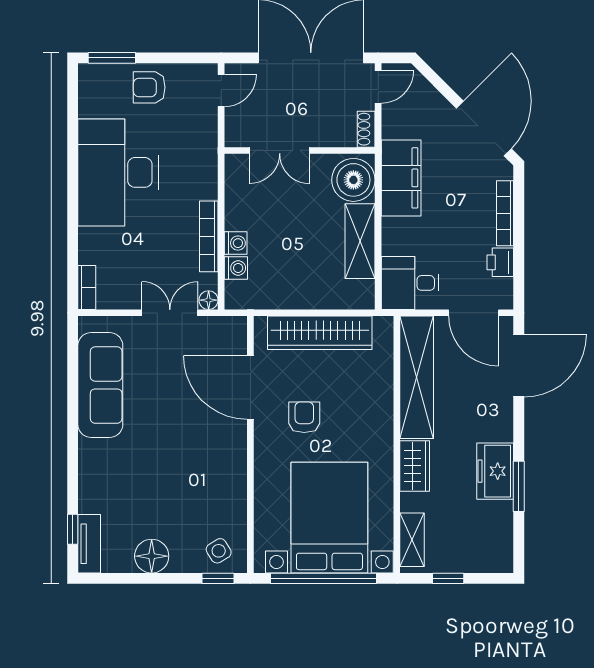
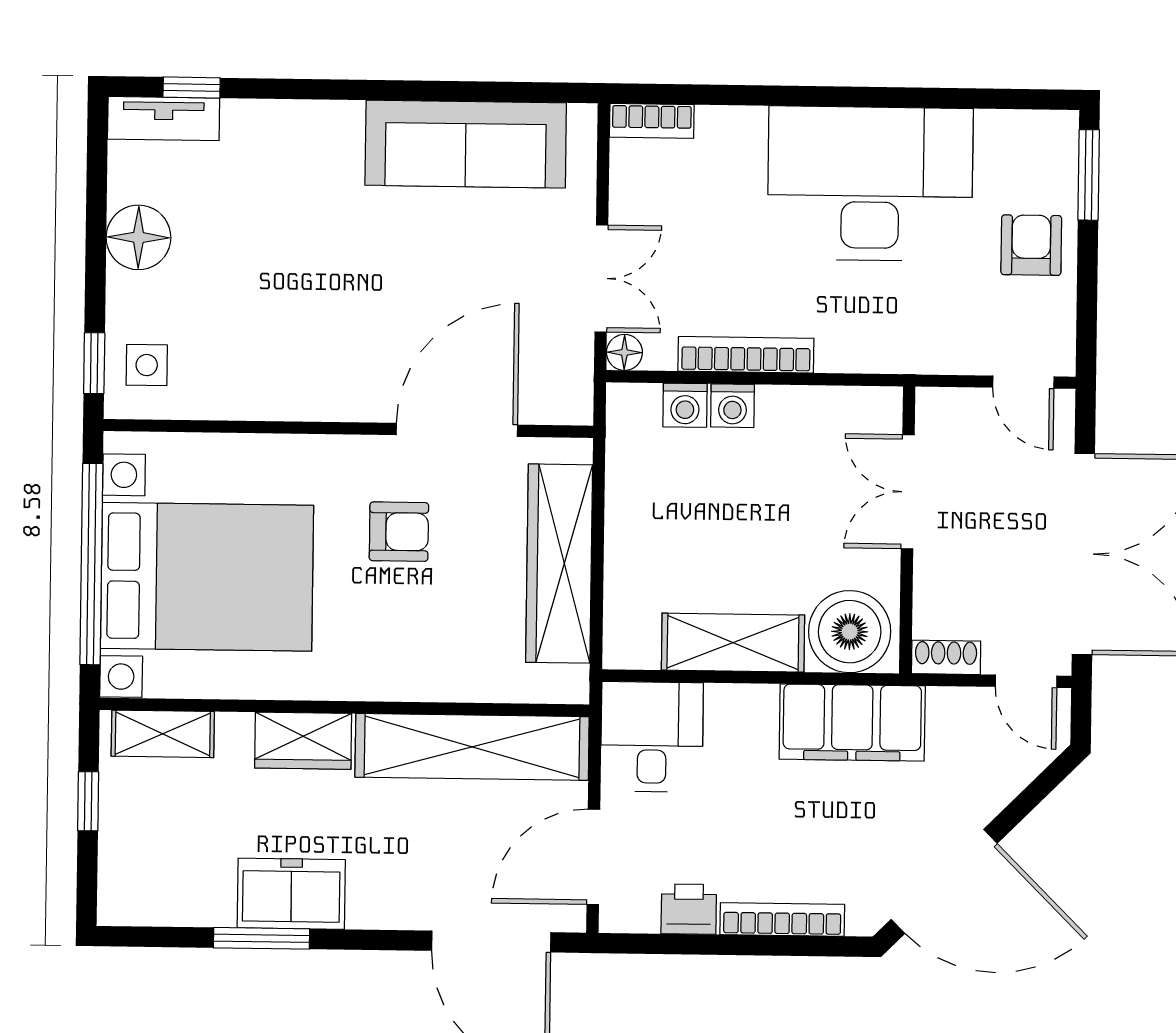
side table: (219, 551) -> (147, 365), turned 32

